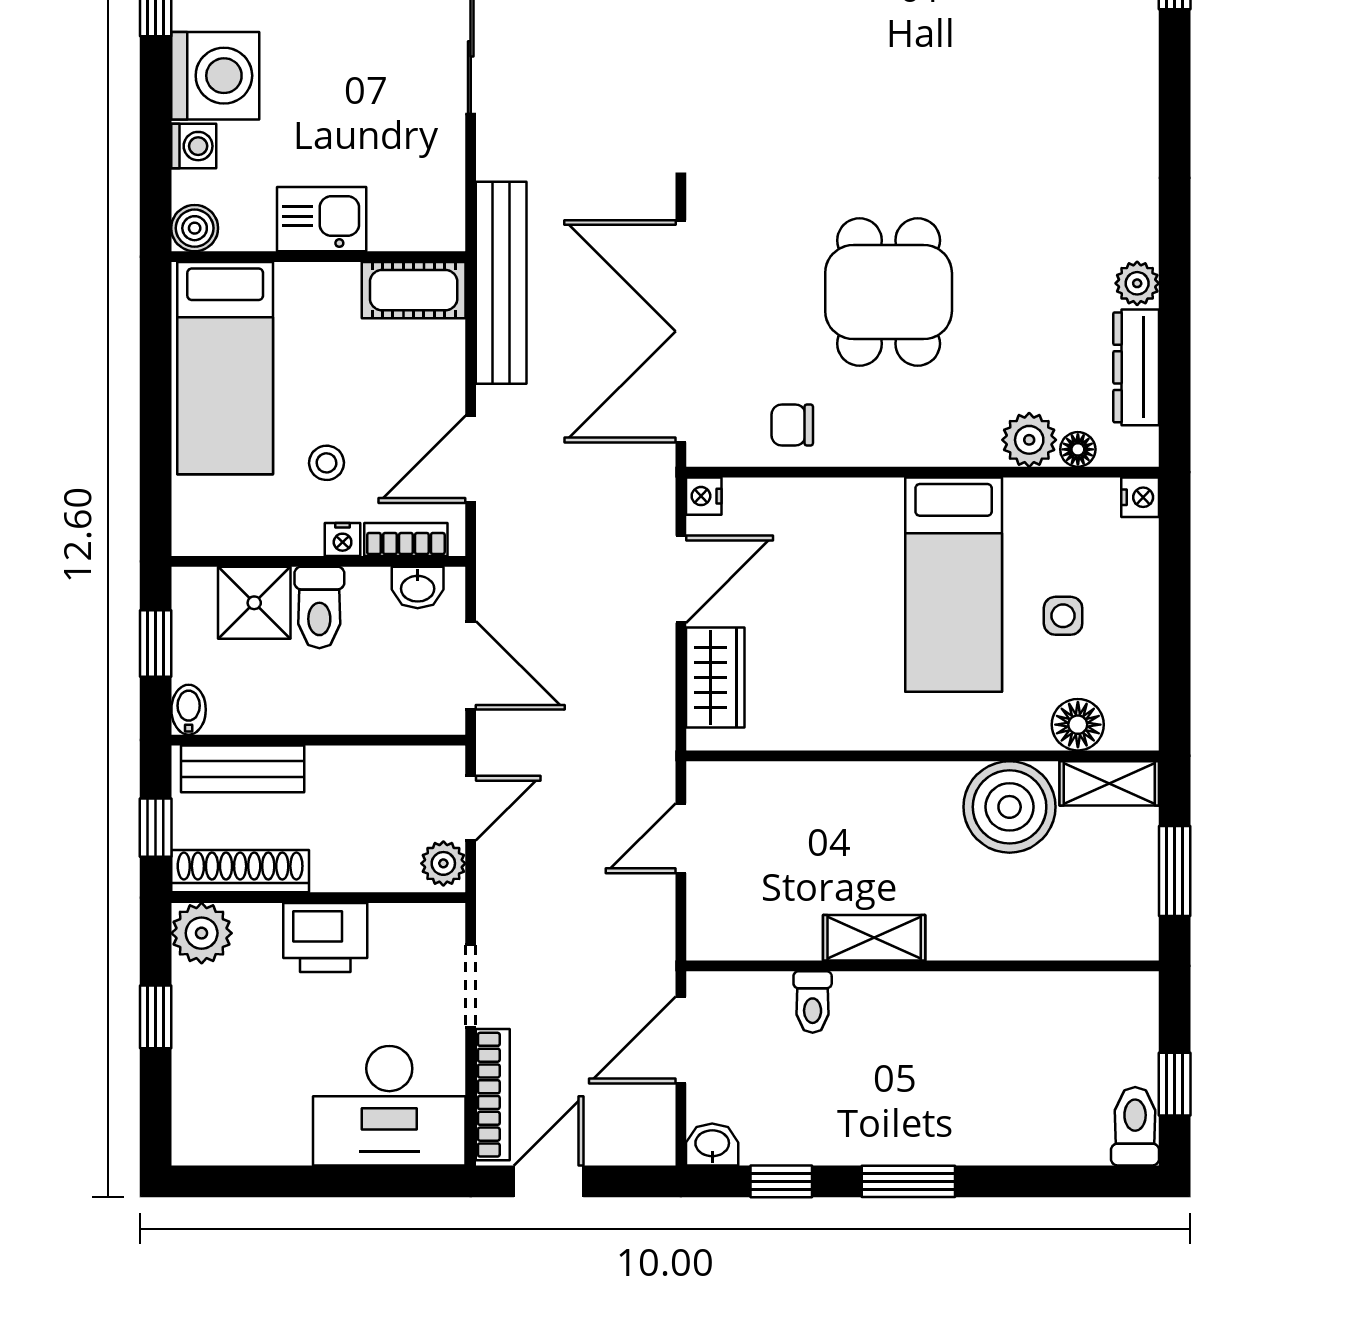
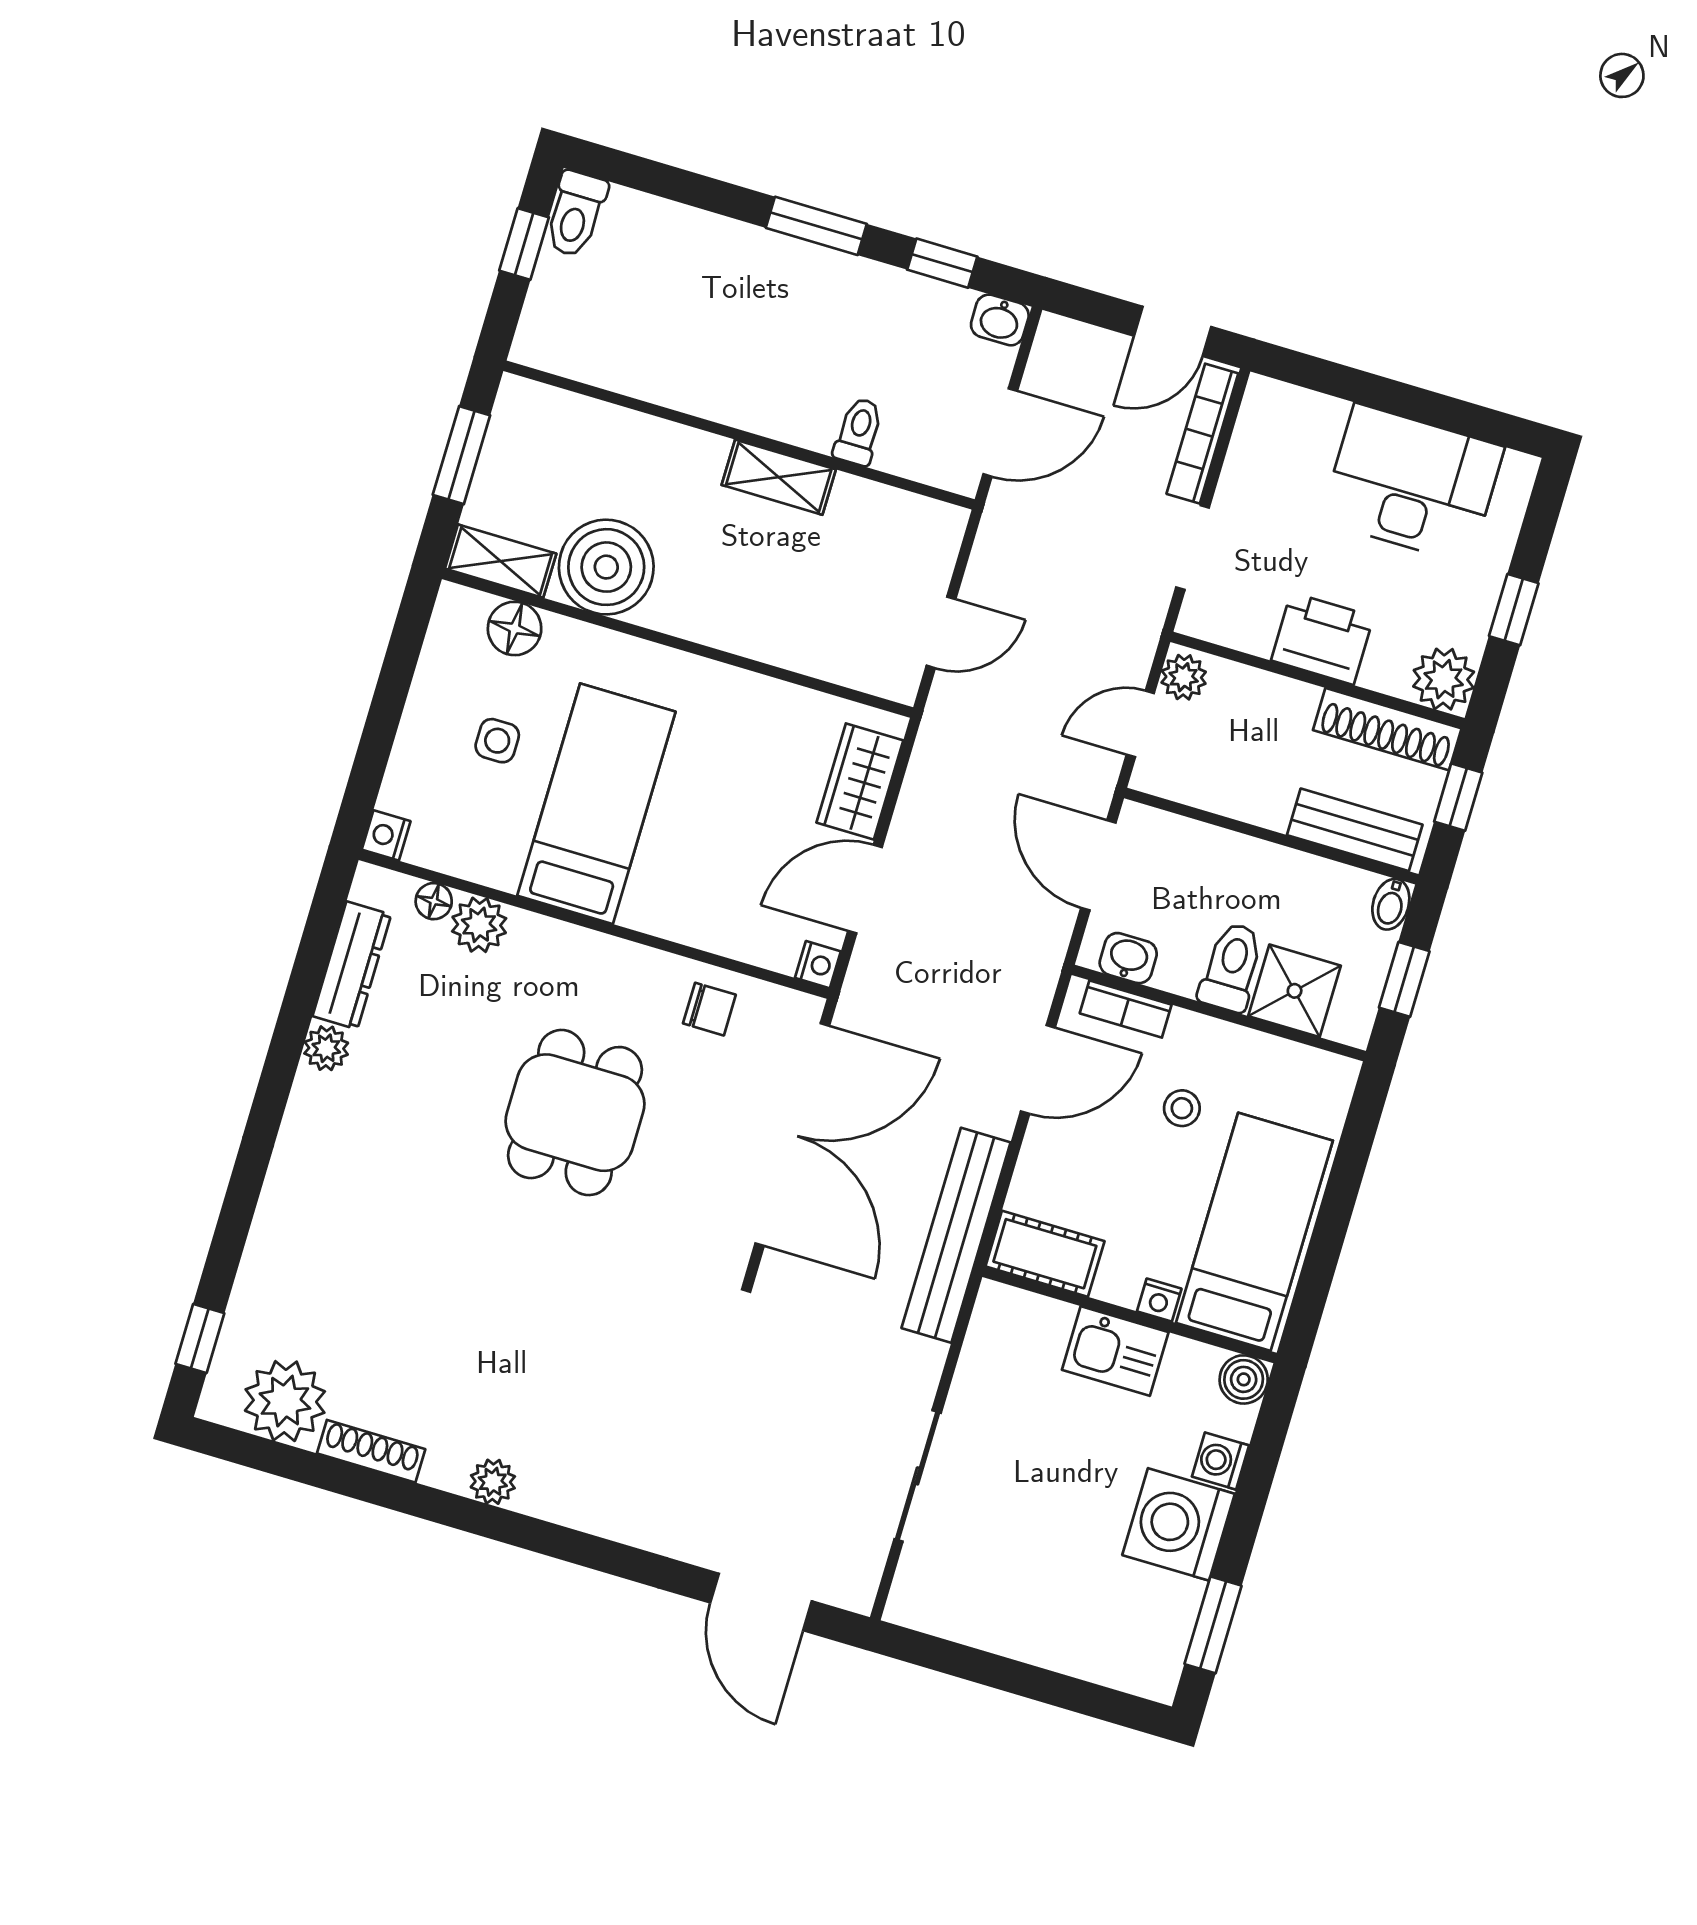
nightstand: (343, 540) -> (1159, 1300), moved, turned 180
desk: (389, 1106) -> (1412, 484), moved

